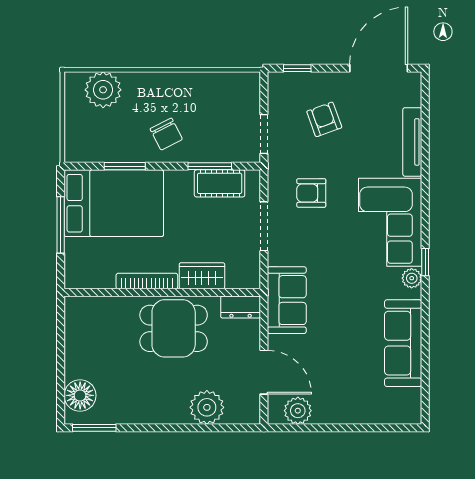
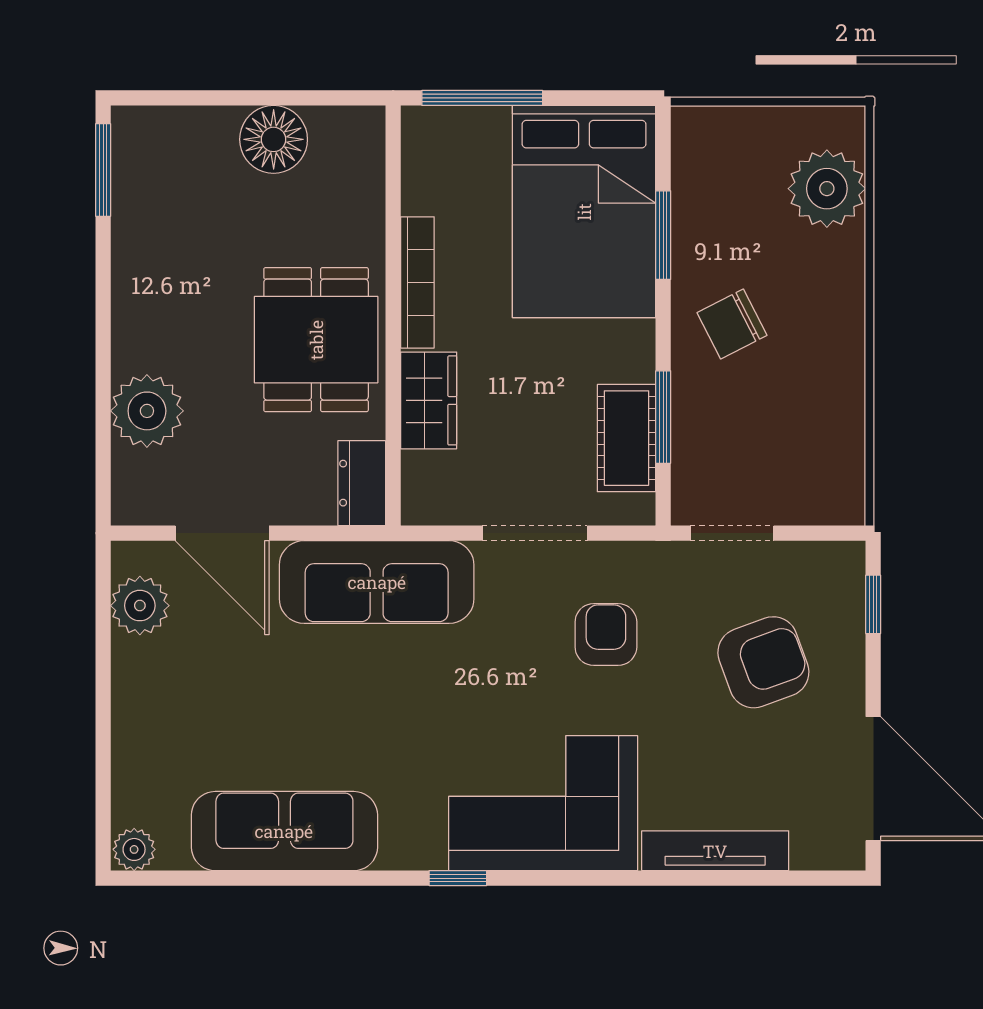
armchair: (324, 119) -> (763, 662), width x1.38, depth x1.38
window: (61, 225) -> (482, 98), moved
plant: (412, 278) -> (134, 849), moved
sofa: (287, 300) -> (377, 582), width x1.36
door: (264, 372) -> (222, 533), hinge flipped
floor lamp: (80, 395) -> (274, 139), moved

